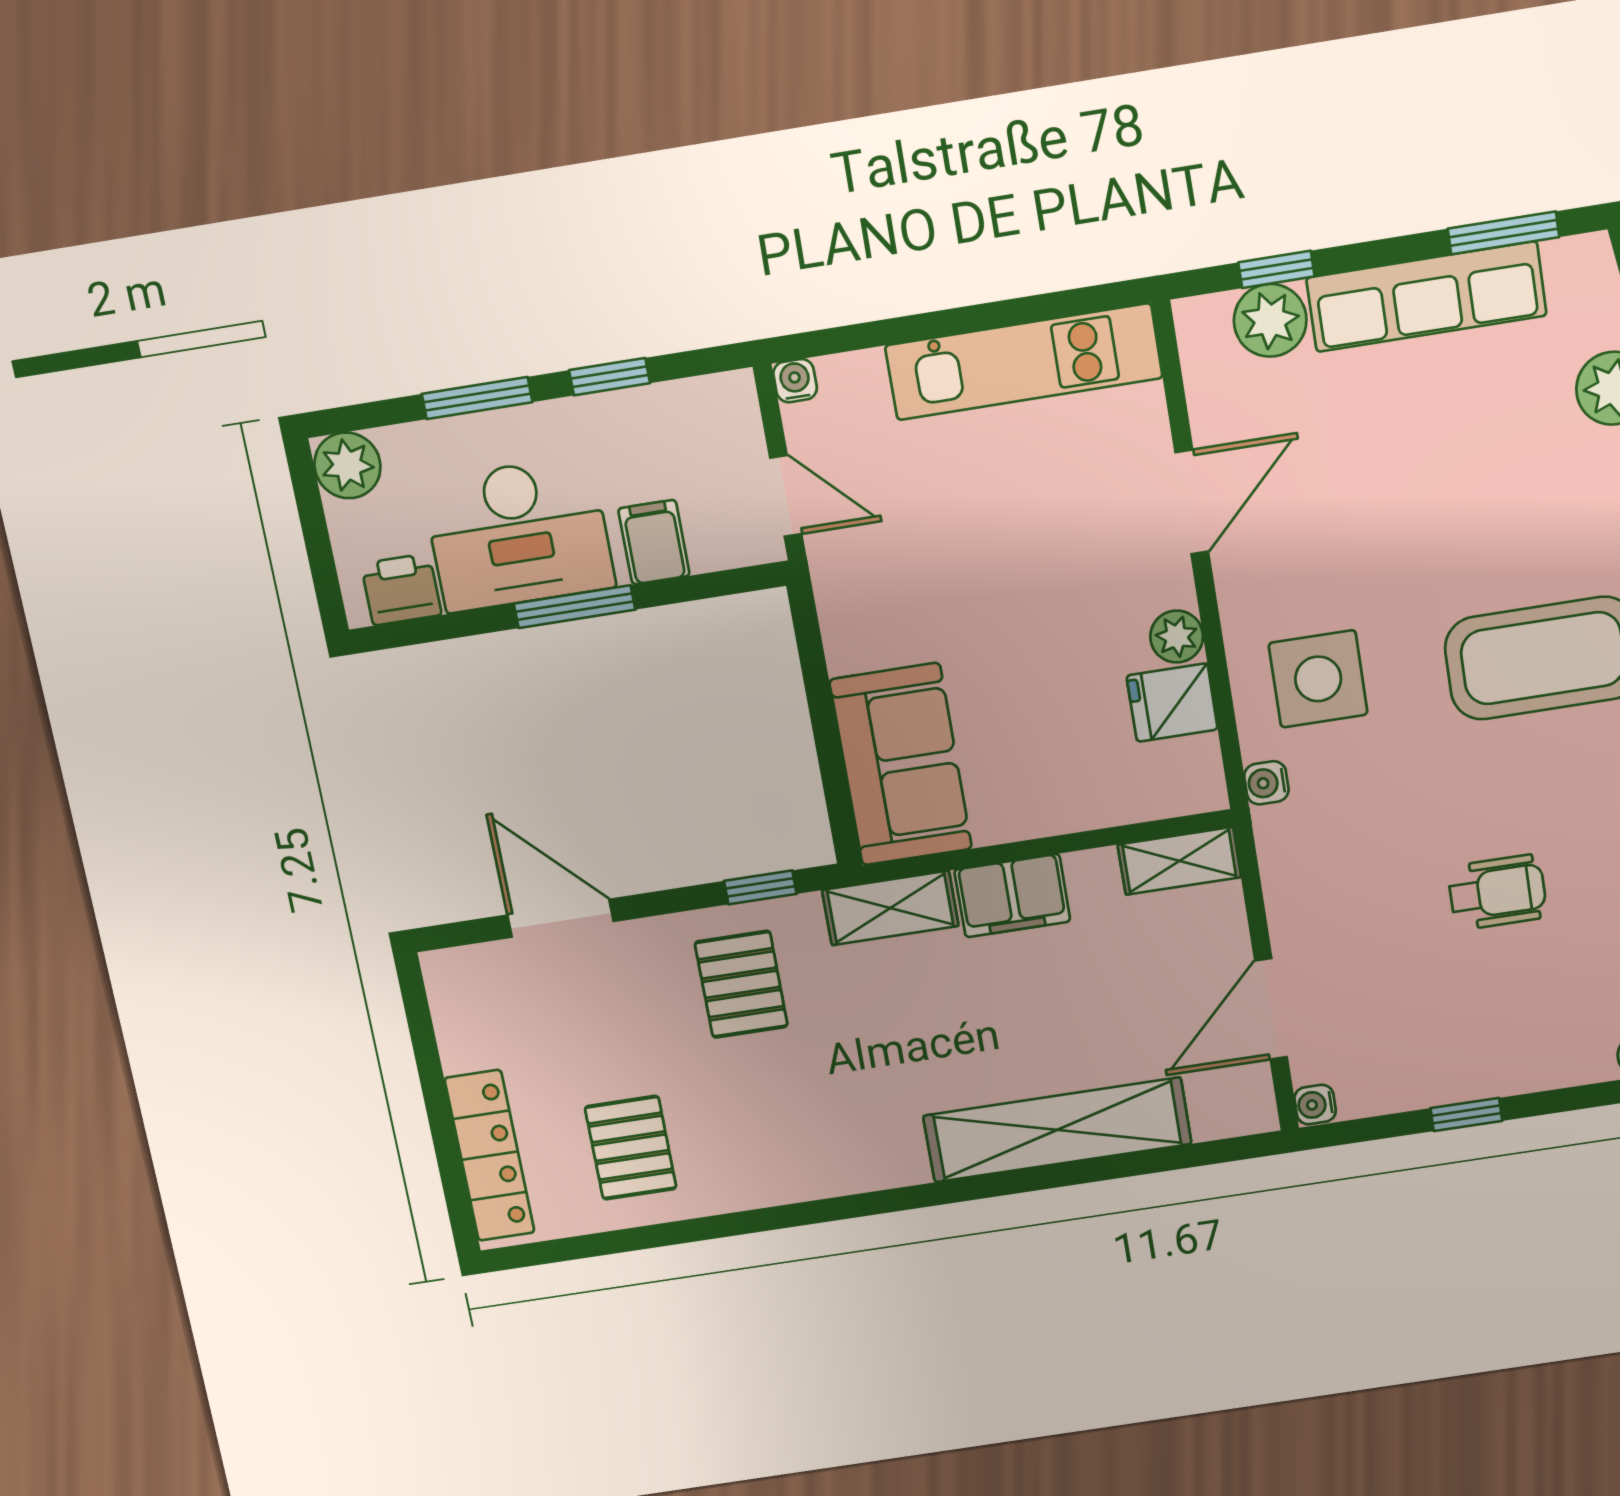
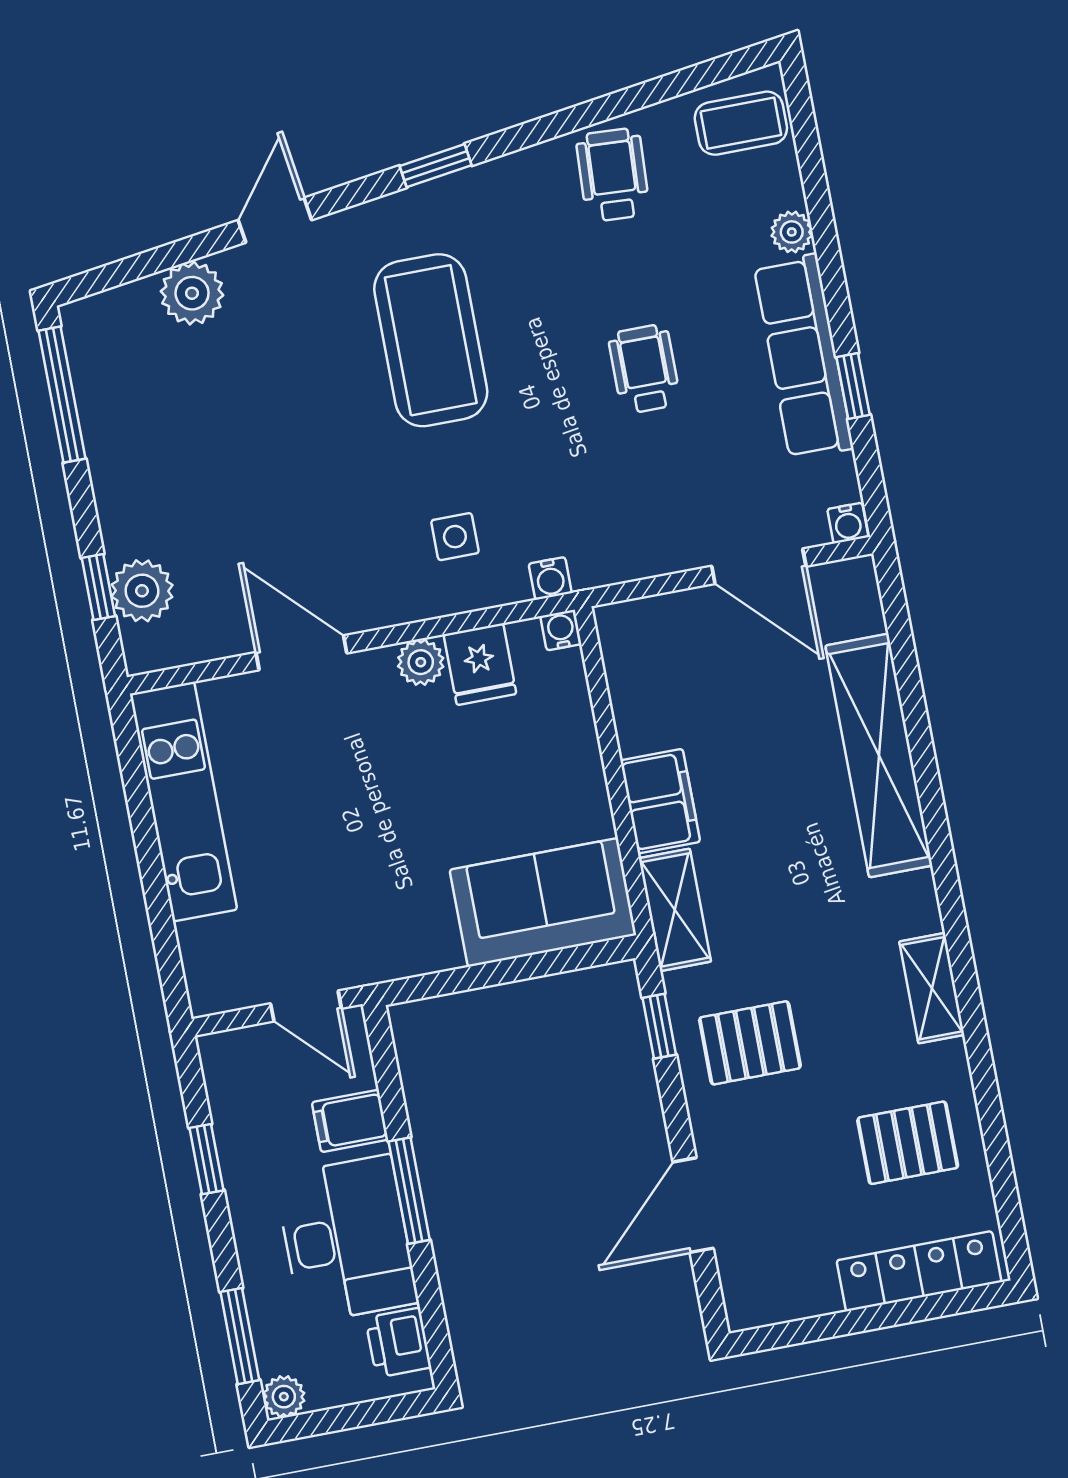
window: (1503, 233) -> (62, 395), width x1.44
row of seats: (1426, 297) -> (804, 357), moved, turned 180
water cooler: (795, 381) -> (561, 630), moved, turned 90
window: (477, 398) -> (240, 1336), moved
plant: (347, 465) -> (284, 1397), width x0.73, depth x0.73
door: (786, 496) -> (306, 1006), swing flipped
side table: (1318, 679) -> (455, 537), width x0.54, depth x0.54
shelving: (1179, 861) -> (932, 988), moved

